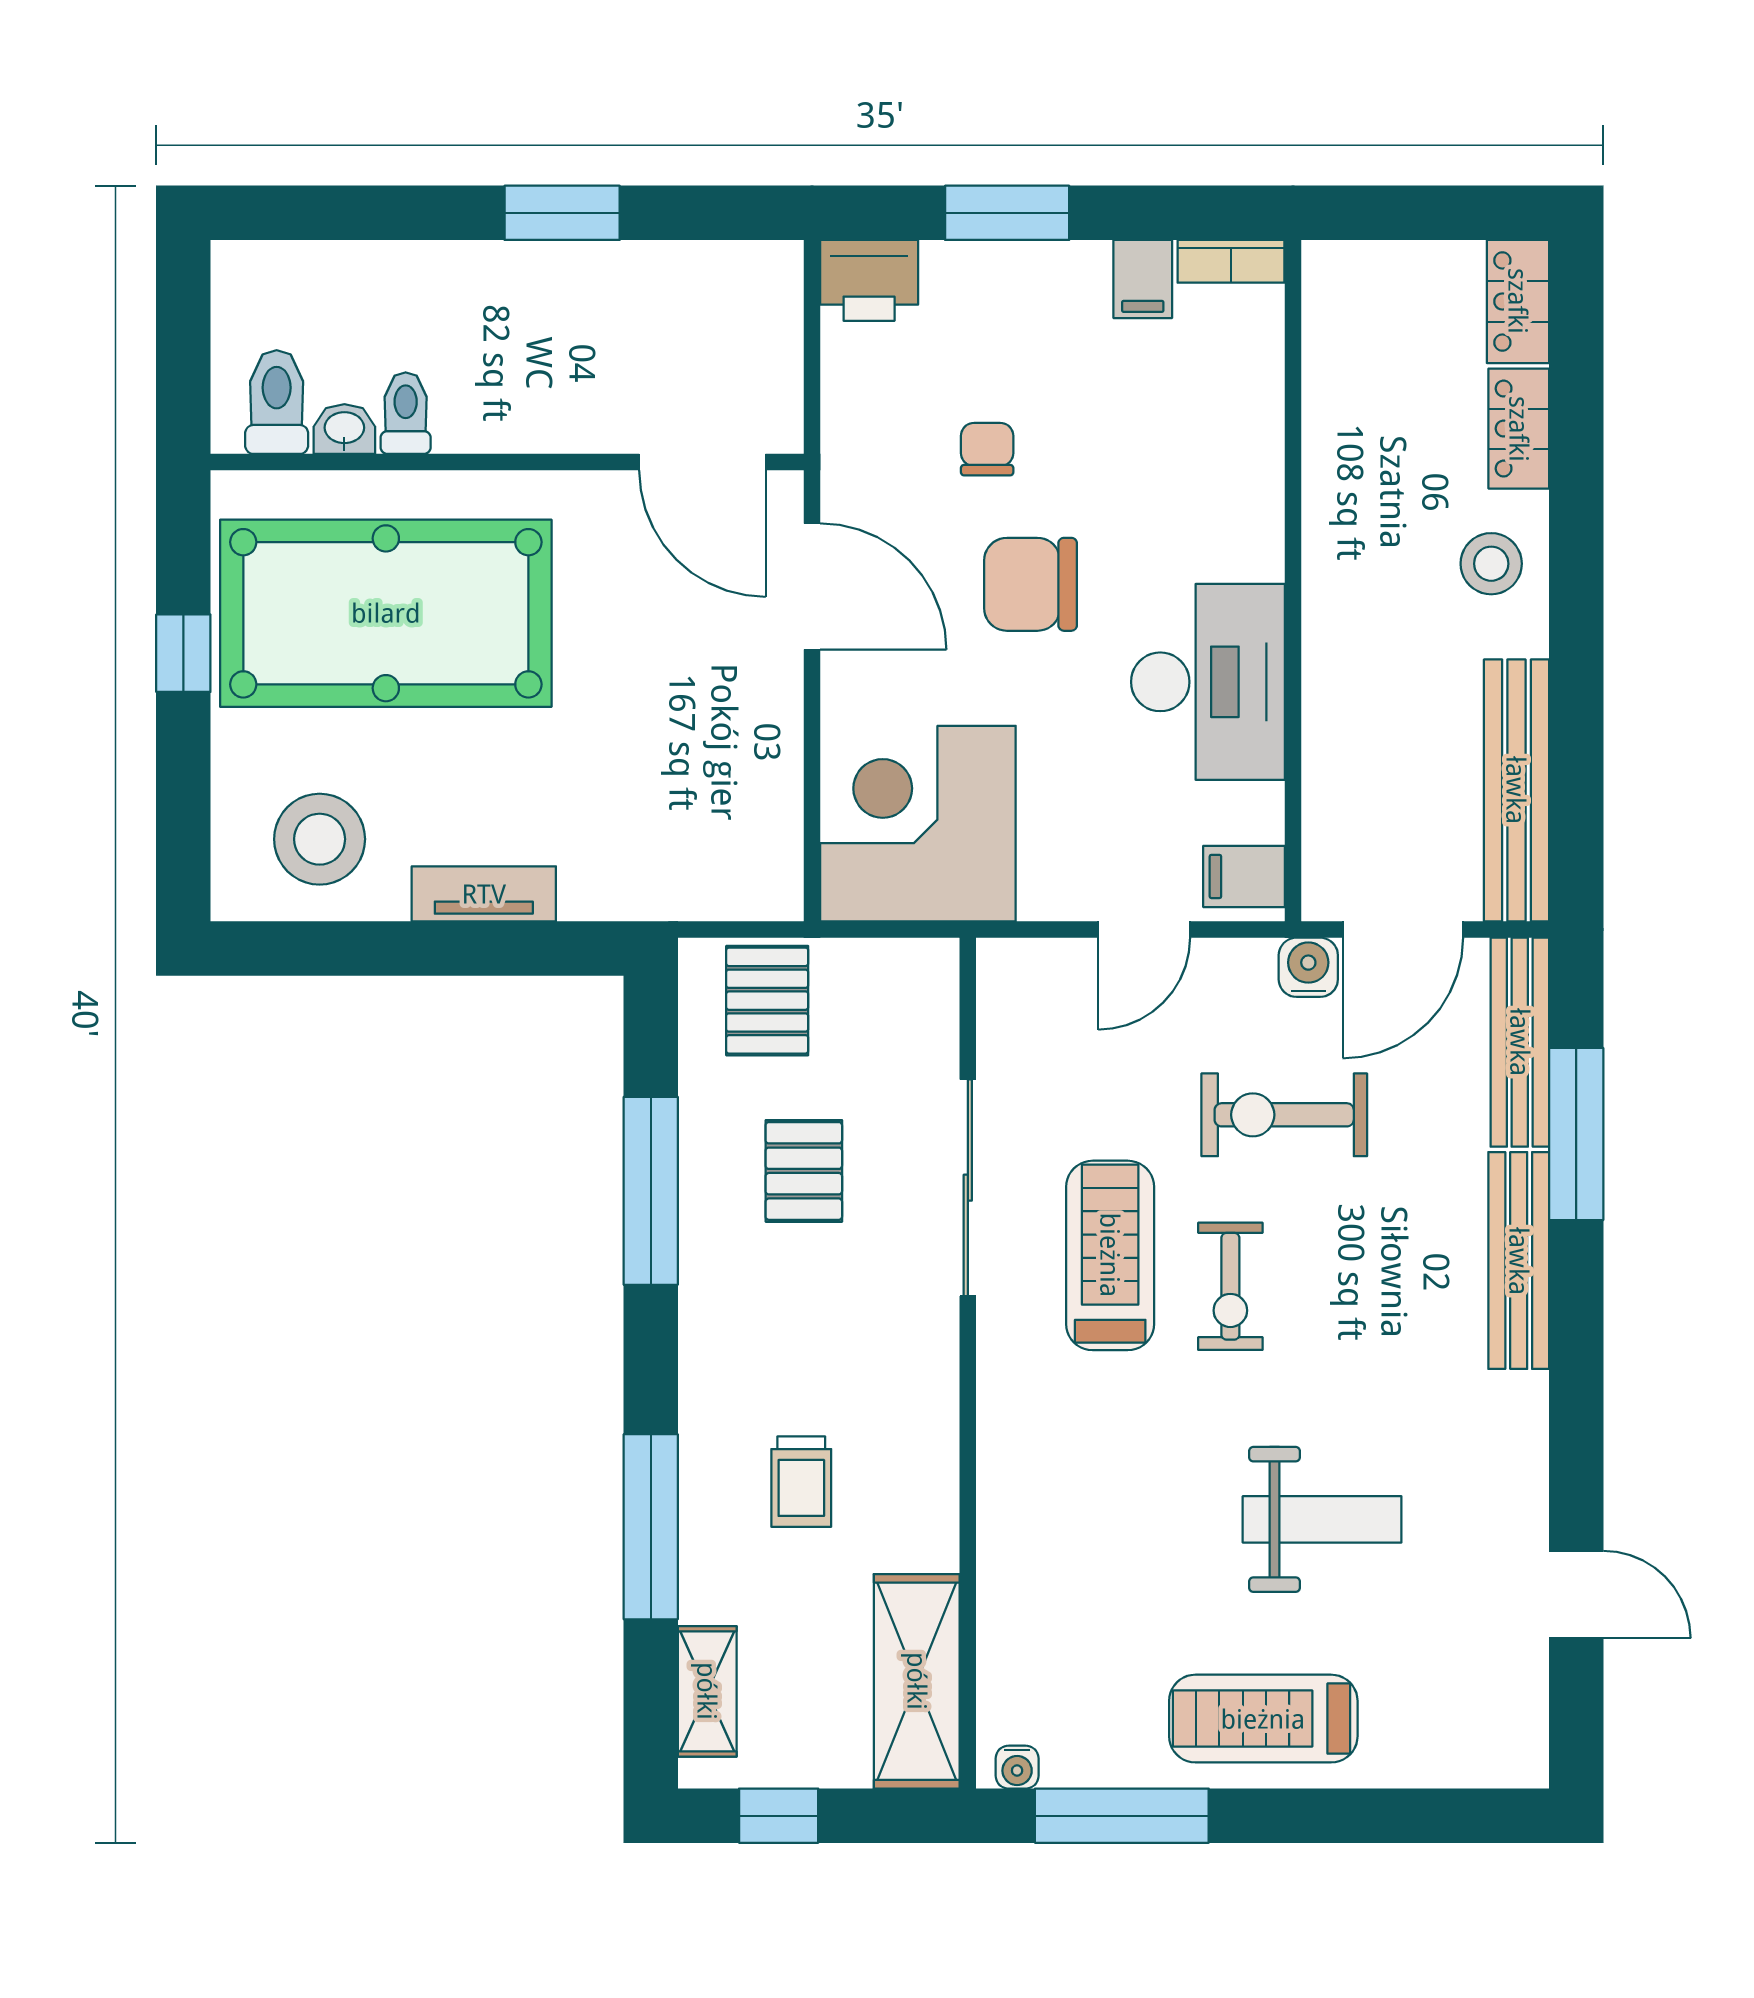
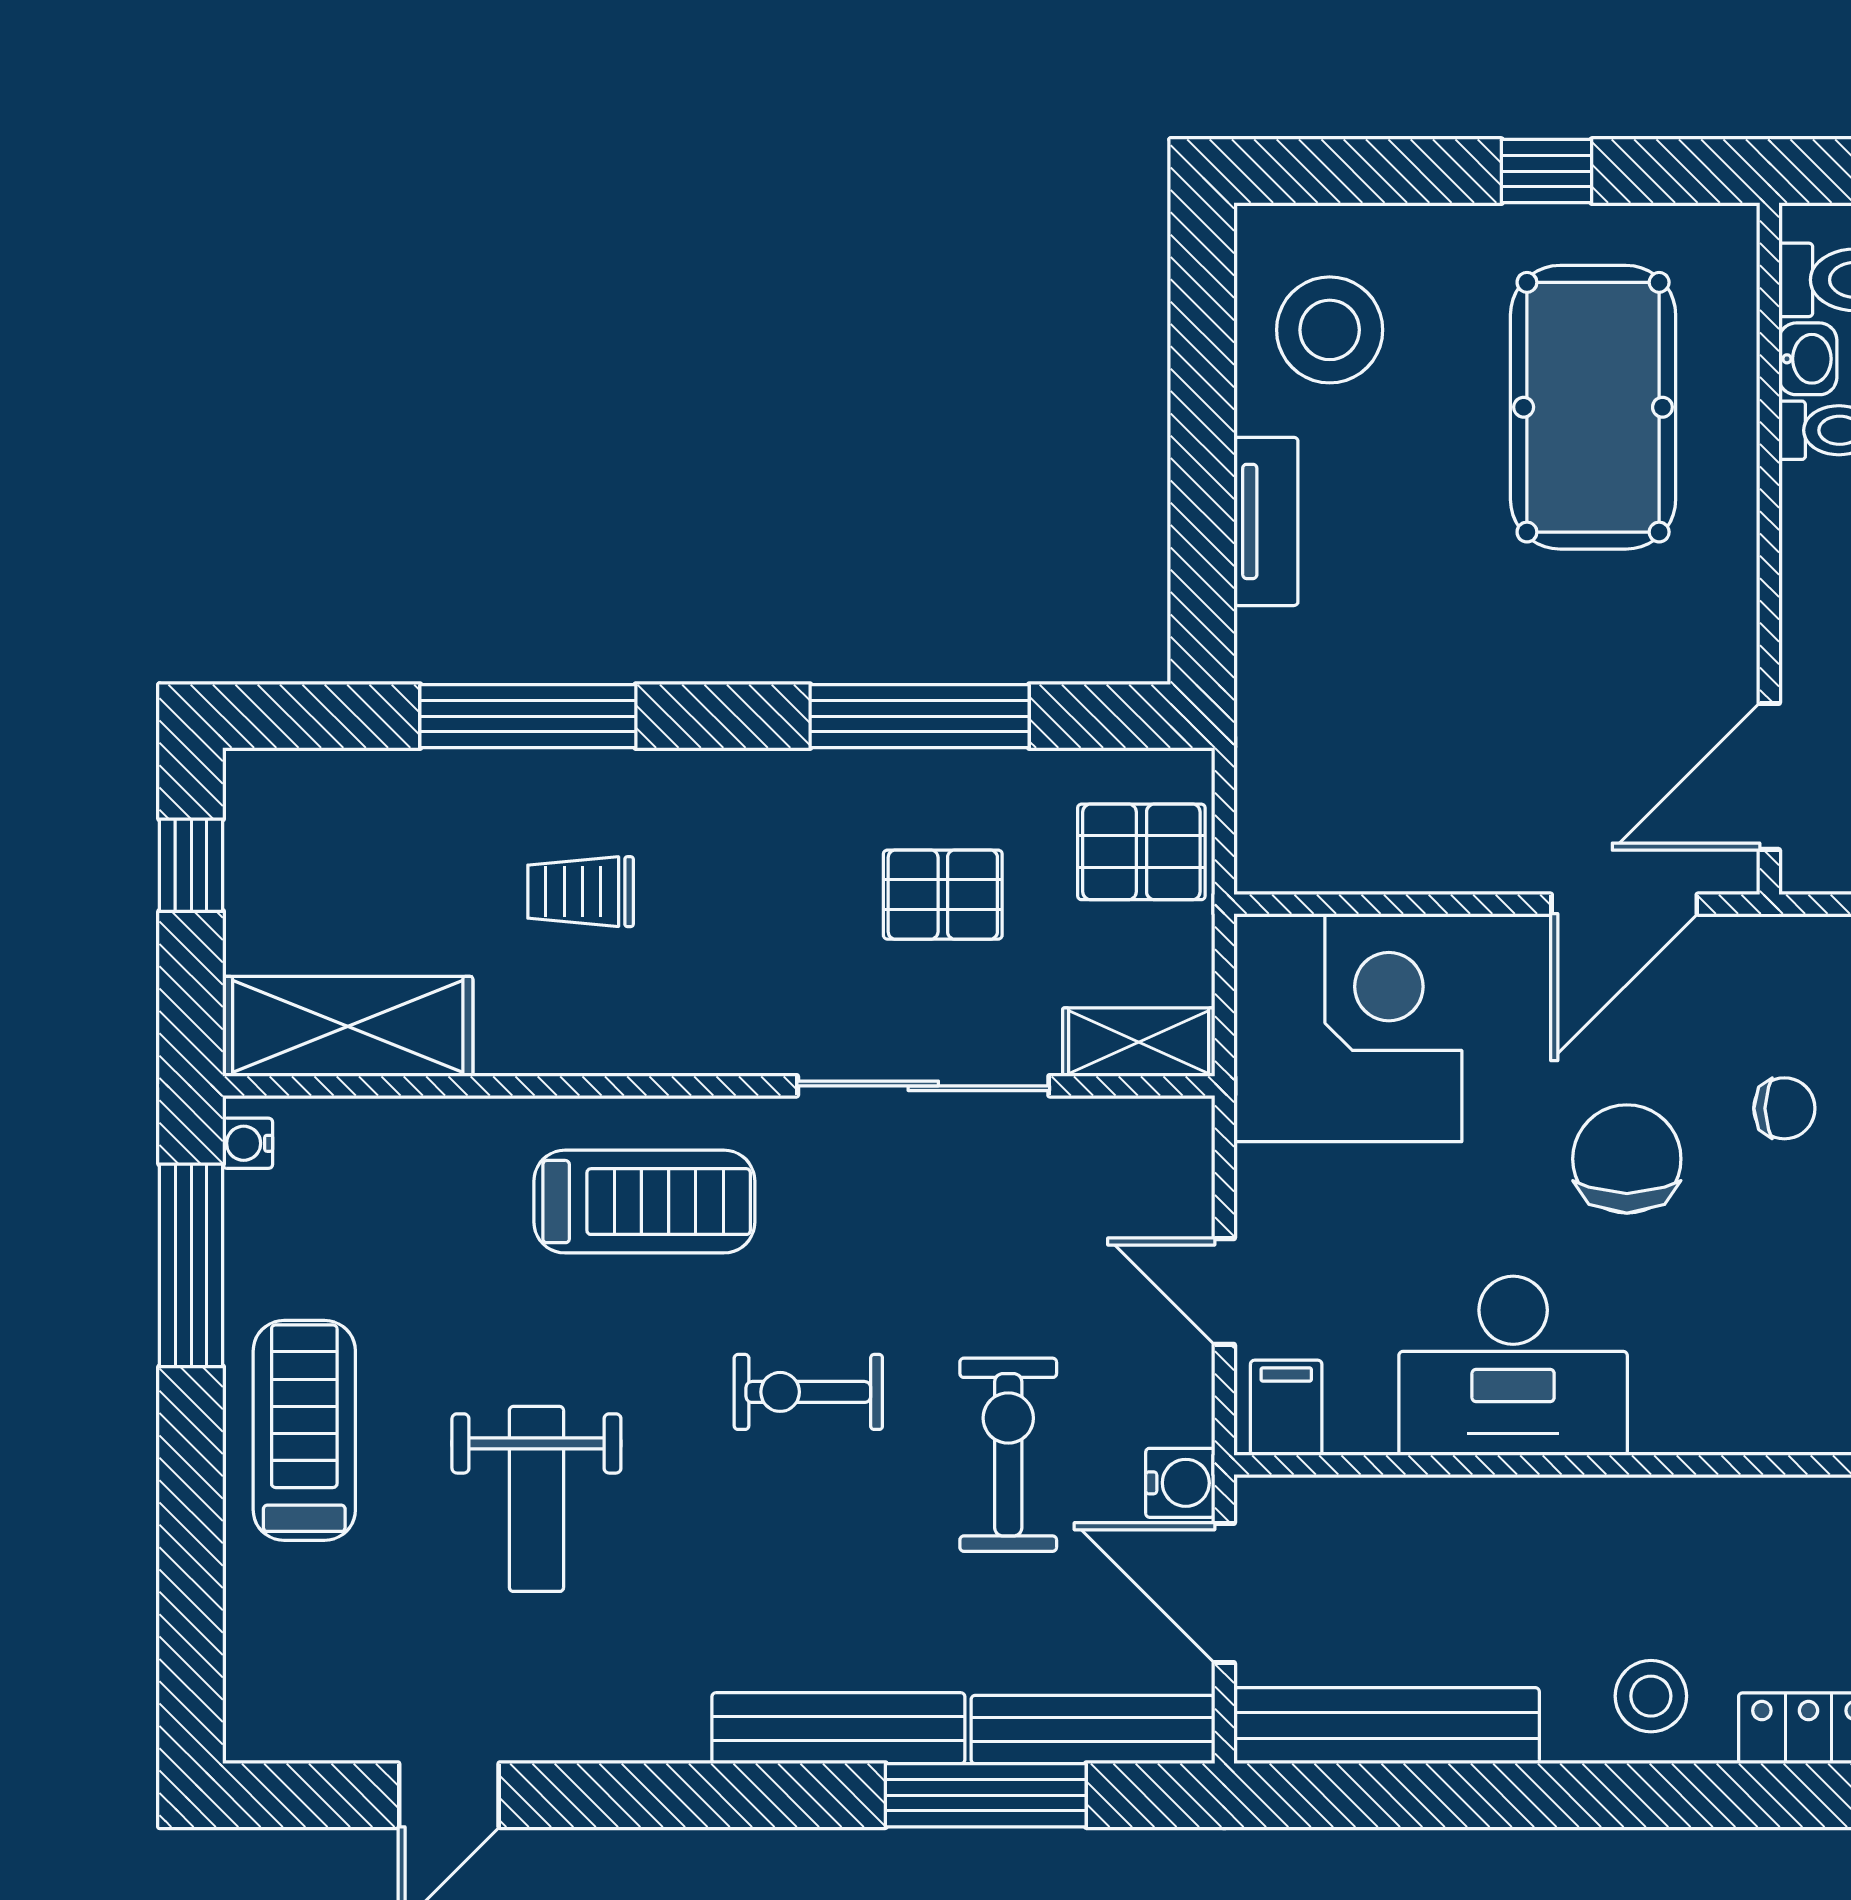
pool table: (386, 613) -> (1593, 407), width x0.73, depth x0.76
treadmill: (1110, 1255) -> (644, 1202), moved
shelving: (707, 1691) -> (1139, 1042), moved

